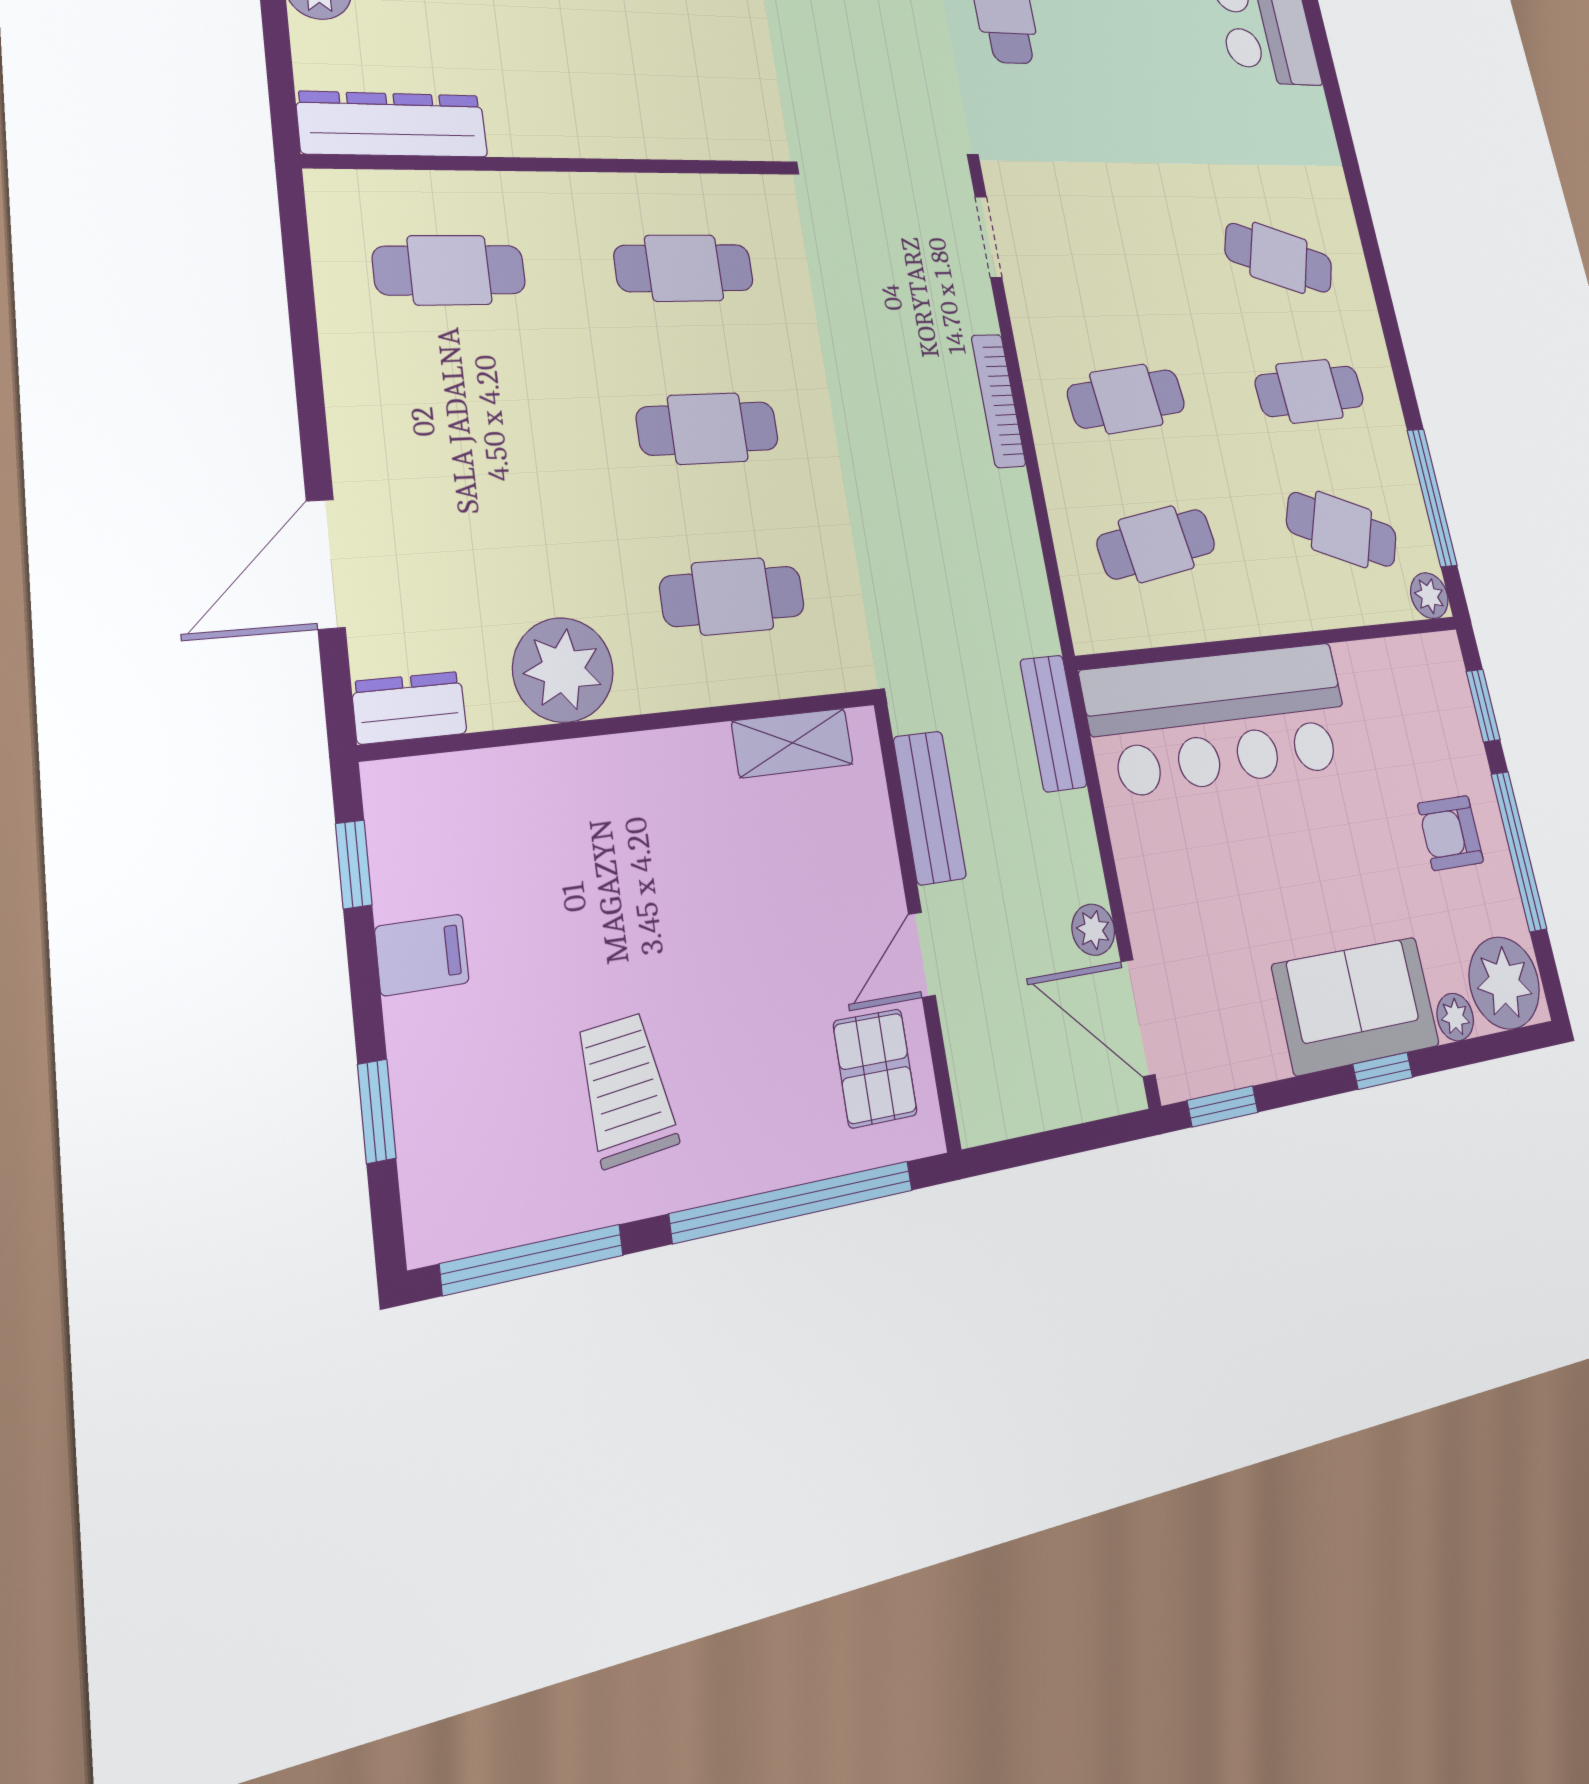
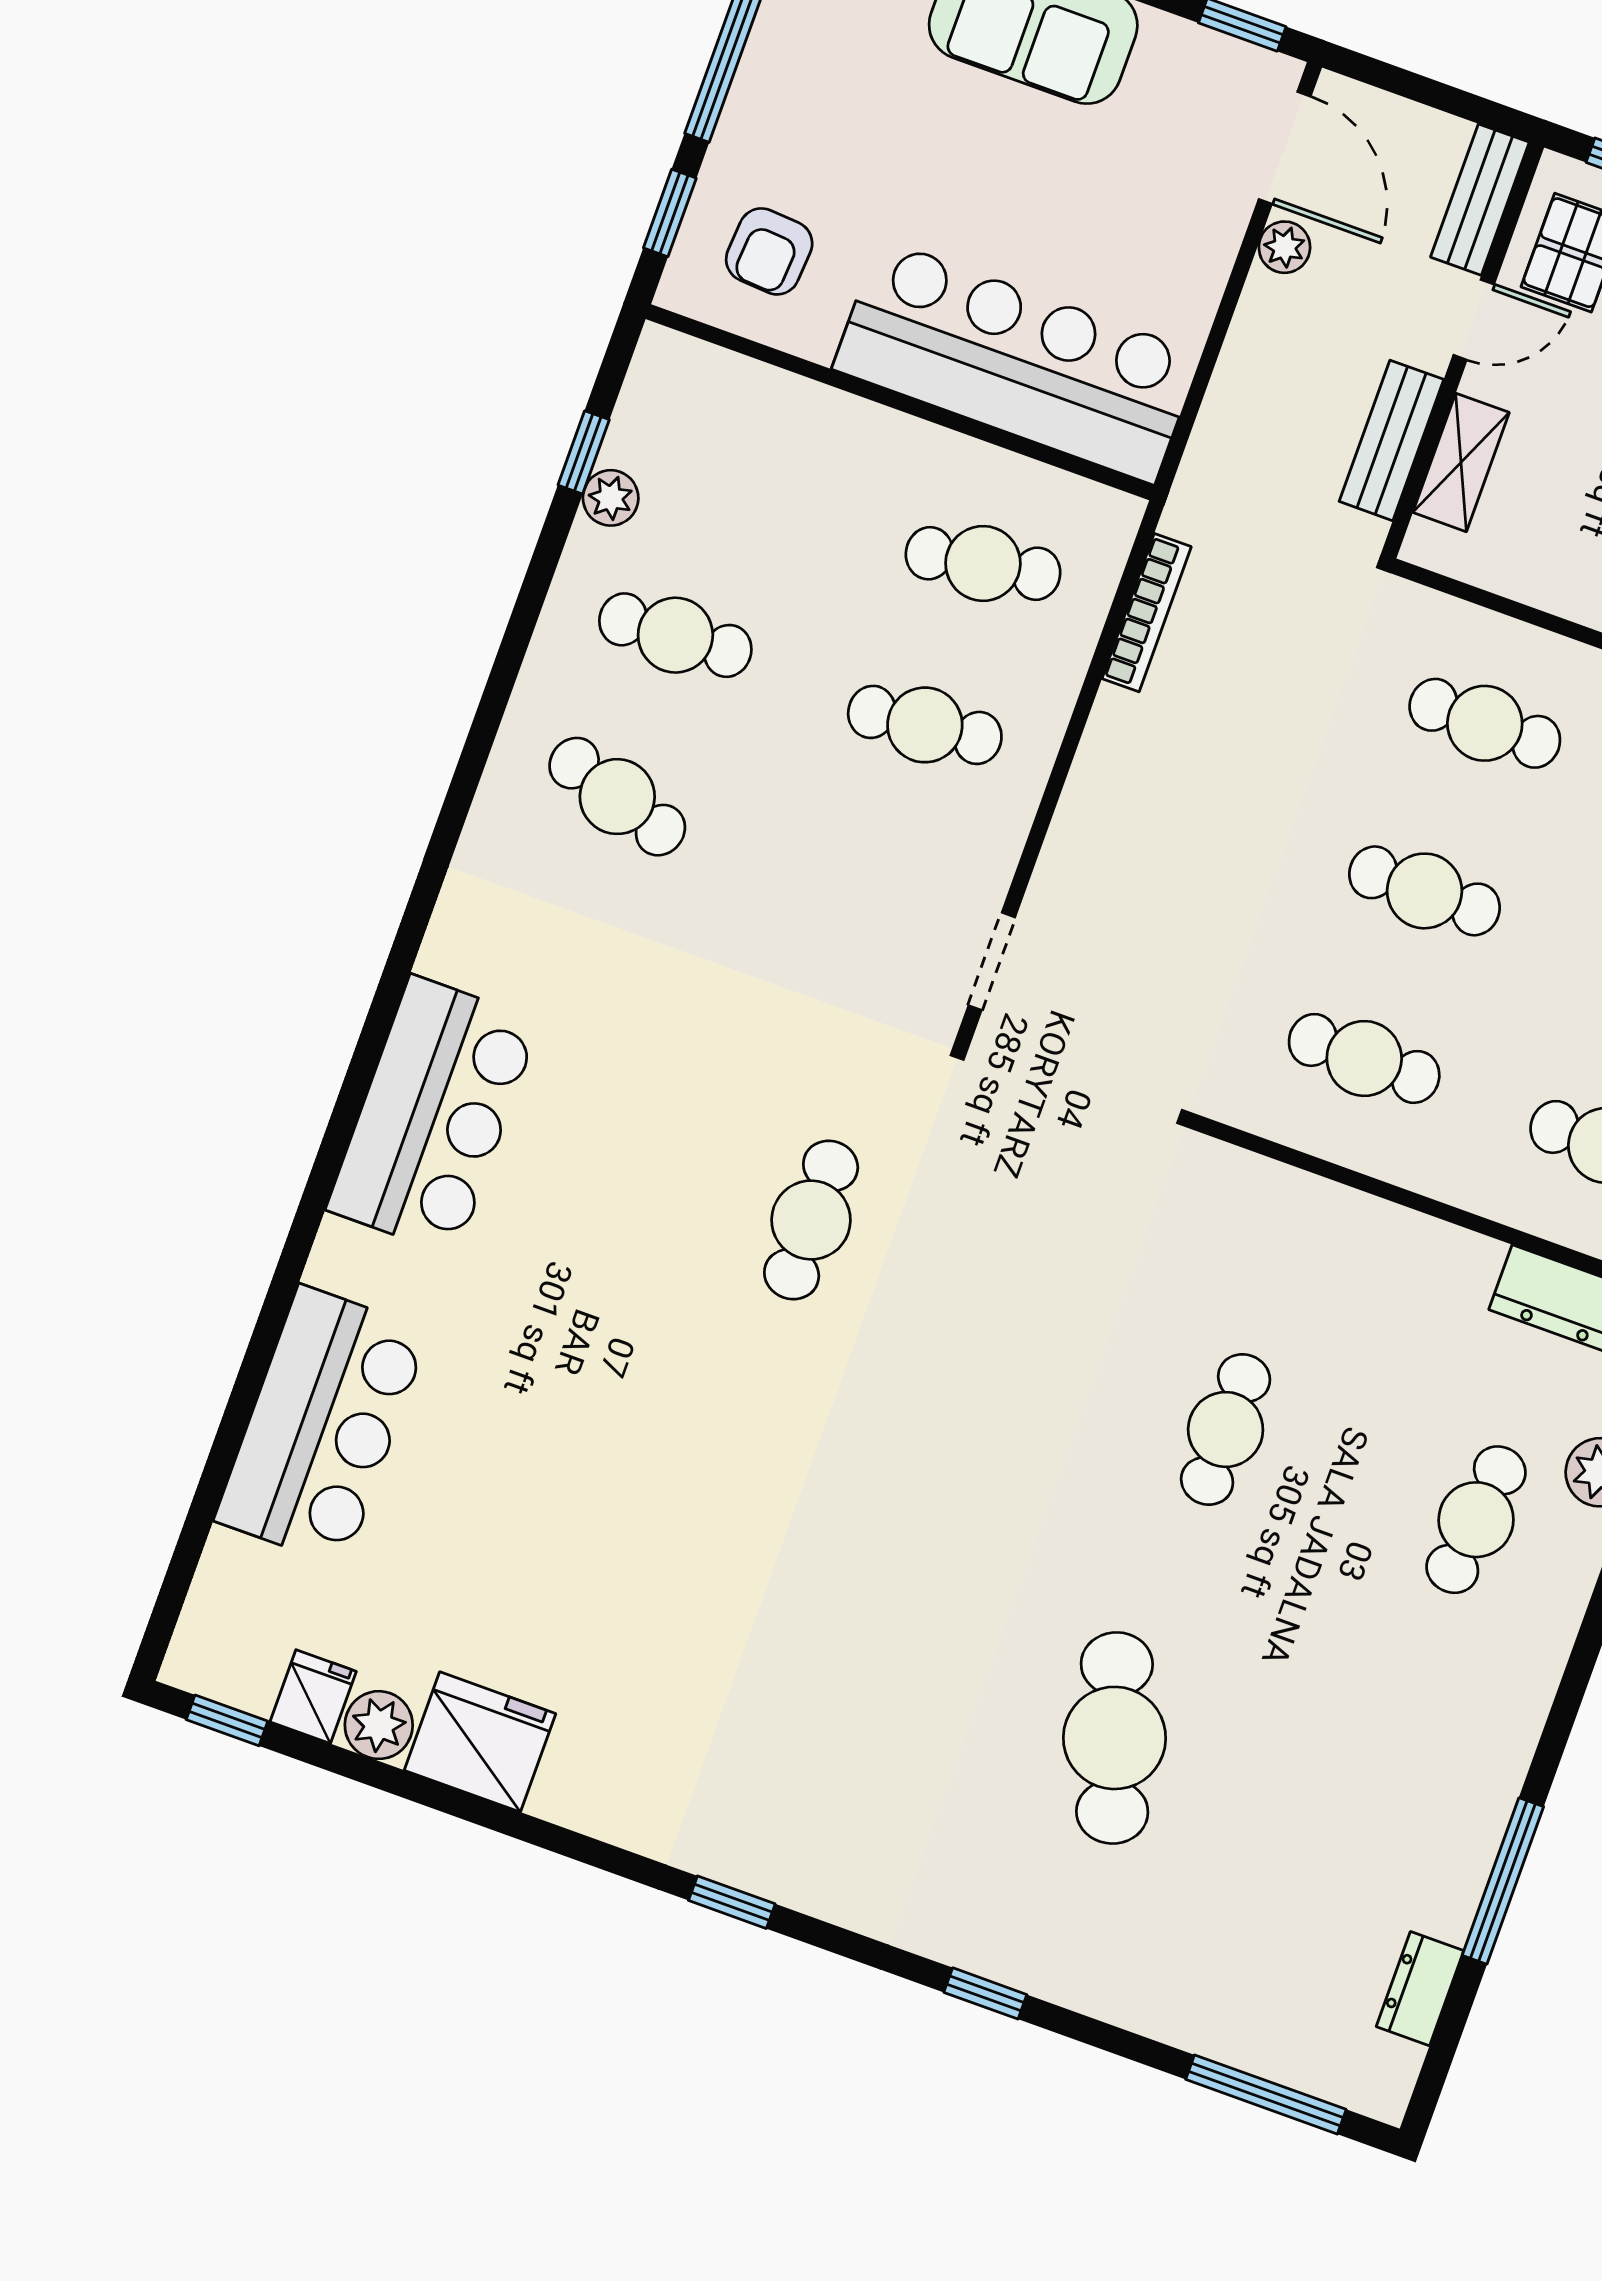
bookcase: (998, 400) -> (1147, 613), moved
window: (1432, 497) -> (584, 452), width x0.46
cafe table: (1342, 529) -> (734, 474), removed
plant: (1429, 596) -> (611, 498), moved
bench: (1053, 723) -> (1480, 200), moved
shelving: (793, 743) -> (1461, 462), moved, turned 90
armchair: (1451, 833) -> (769, 251), moved, turned 94

